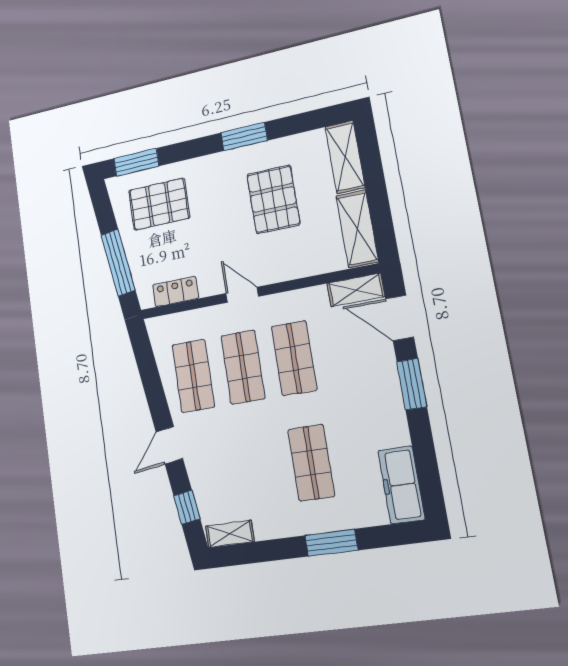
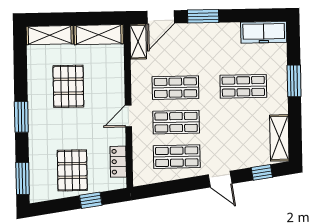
window: (244, 137) -> (21, 117), moved
pallet: (273, 199) -> (68, 86), turned 90
pallet: (159, 204) -> (72, 170), moved
window: (118, 262) -> (91, 200), width x0.46
shelving: (230, 534) -> (279, 138), width x1.50, depth x1.33

